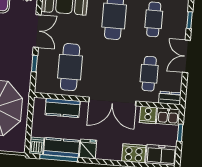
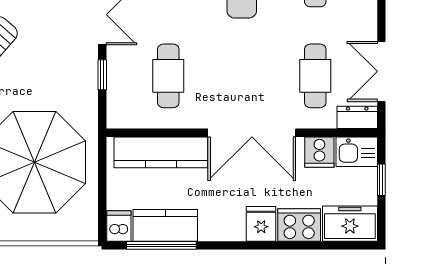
double door: (186, 56) -> (381, 71), moved
cafe table: (70, 67) -> (168, 76), width x0.73, depth x0.74
kitchen counter: (63, 108) -> (161, 152), width x1.50
fridge: (88, 149) -> (261, 224), moved

